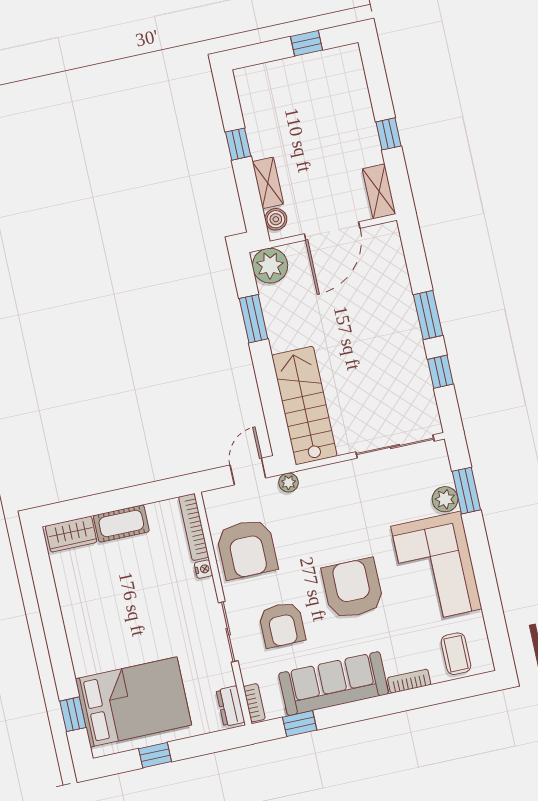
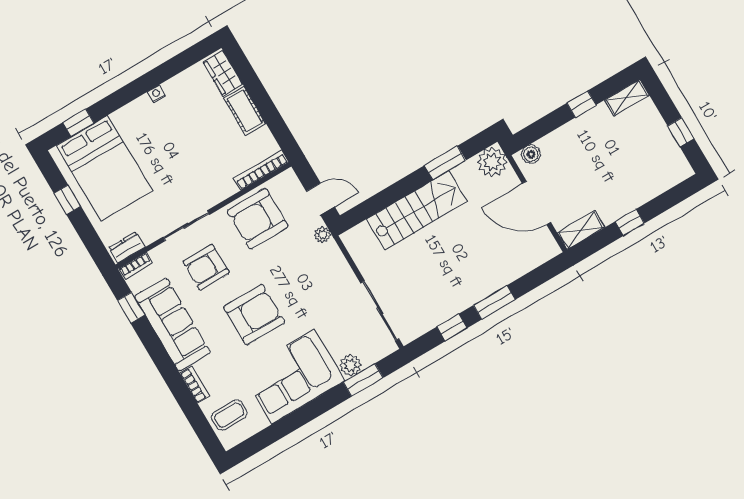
shelving: (268, 183) -> (627, 98), moved
stairs: (304, 405) -> (417, 210), moved
nightstand: (203, 569) -> (157, 94), moved, turned 180

